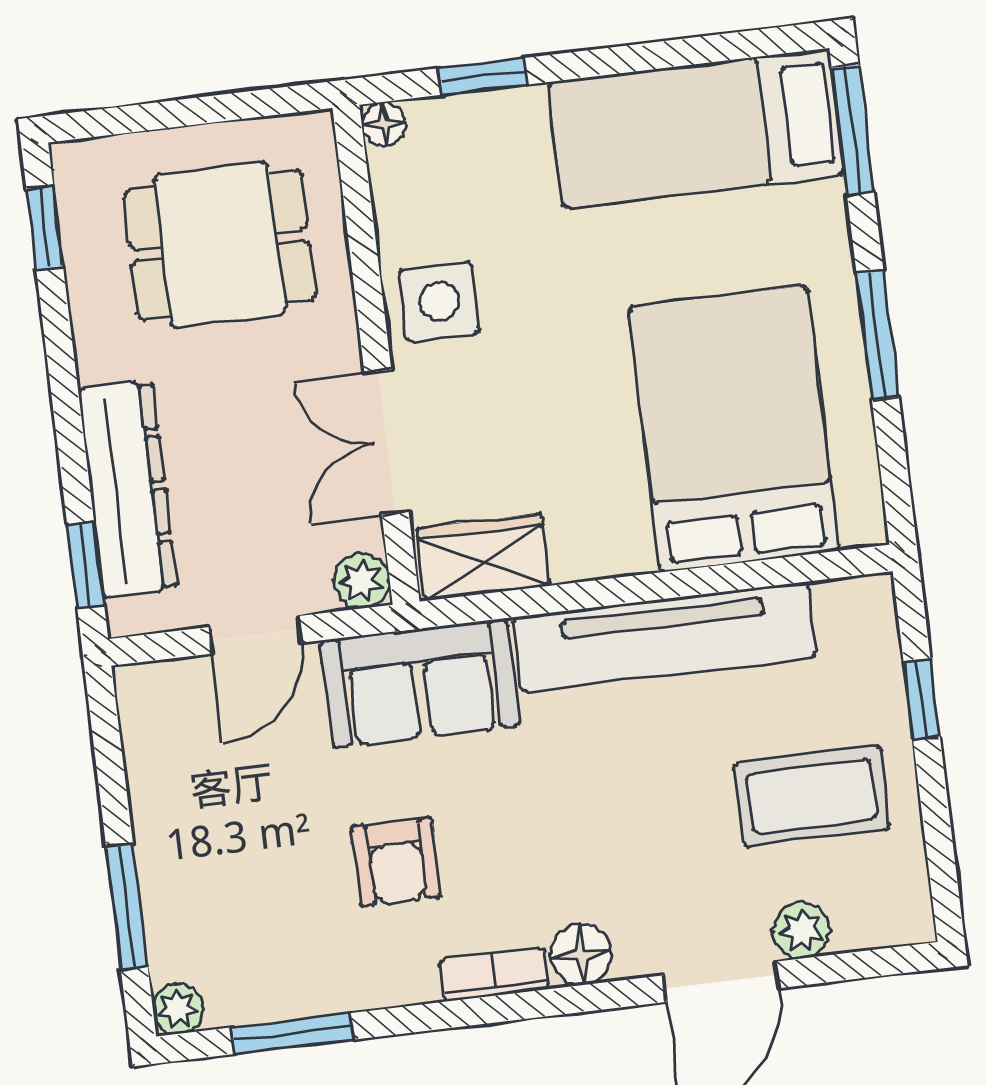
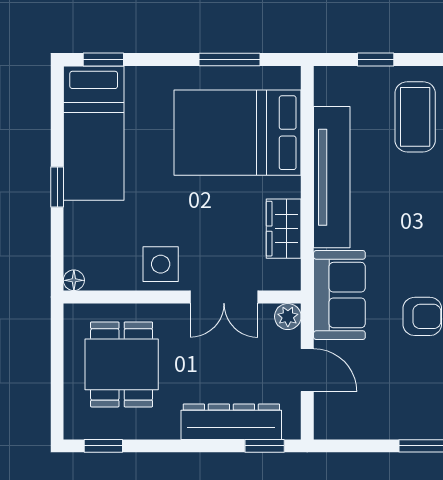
window: (483, 76) -> (57, 187), moved
window: (853, 130) -> (103, 59), width x0.67
window: (878, 335) -> (229, 59), moved
wardrobe: (483, 557) -> (284, 229), moved

